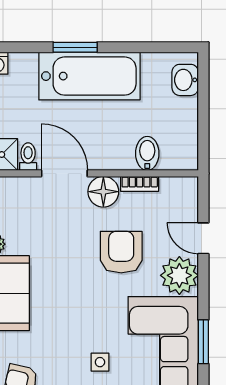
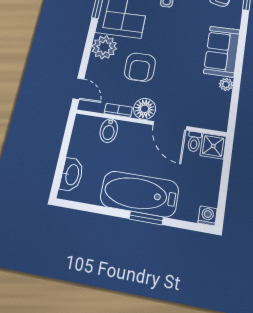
washbasin: (185, 80) -> (72, 175), width x1.38
door: (203, 238) -> (78, 89), moved

